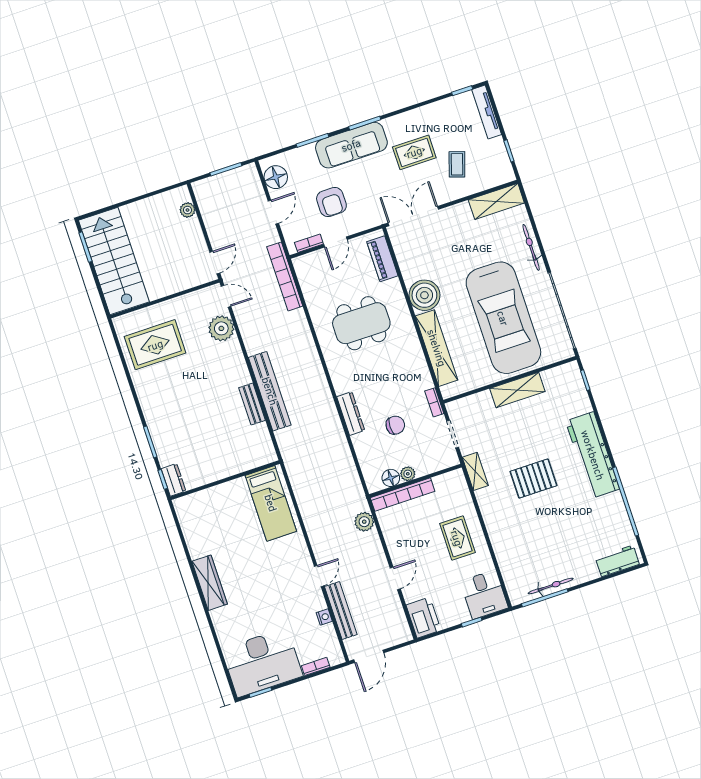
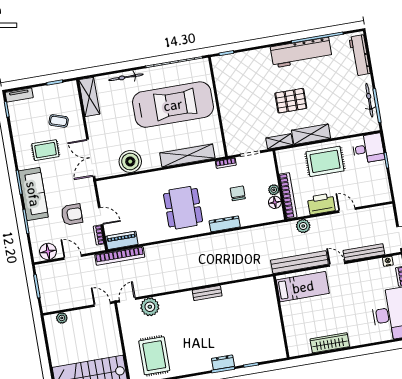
tv unit: (487, 112) -> (19, 95), width x0.71
rug: (414, 152) -> (45, 150), turned 90
piano: (382, 259) -> (122, 240), moved, turned 180
boiler: (424, 295) -> (130, 161), moved
dining table: (361, 323) -> (183, 208), moved
shelving: (517, 390) -> (311, 134), moved, turned 90
bench: (270, 391) -> (299, 262), moved
workbench: (593, 455) -> (301, 53), moved
pallet: (533, 478) -> (291, 101), turned 90
dresser: (174, 480) -> (223, 362), moved
wall: (225, 480) -> (281, 317), moved
bed: (271, 503) -> (303, 287), moved
rug: (457, 538) -> (325, 161), width x1.36, depth x1.43
workbench: (617, 561) -> (360, 55), width x1.38
nightstand: (324, 617) -> (388, 261), moved
printer: (423, 618) -> (321, 204), moved

